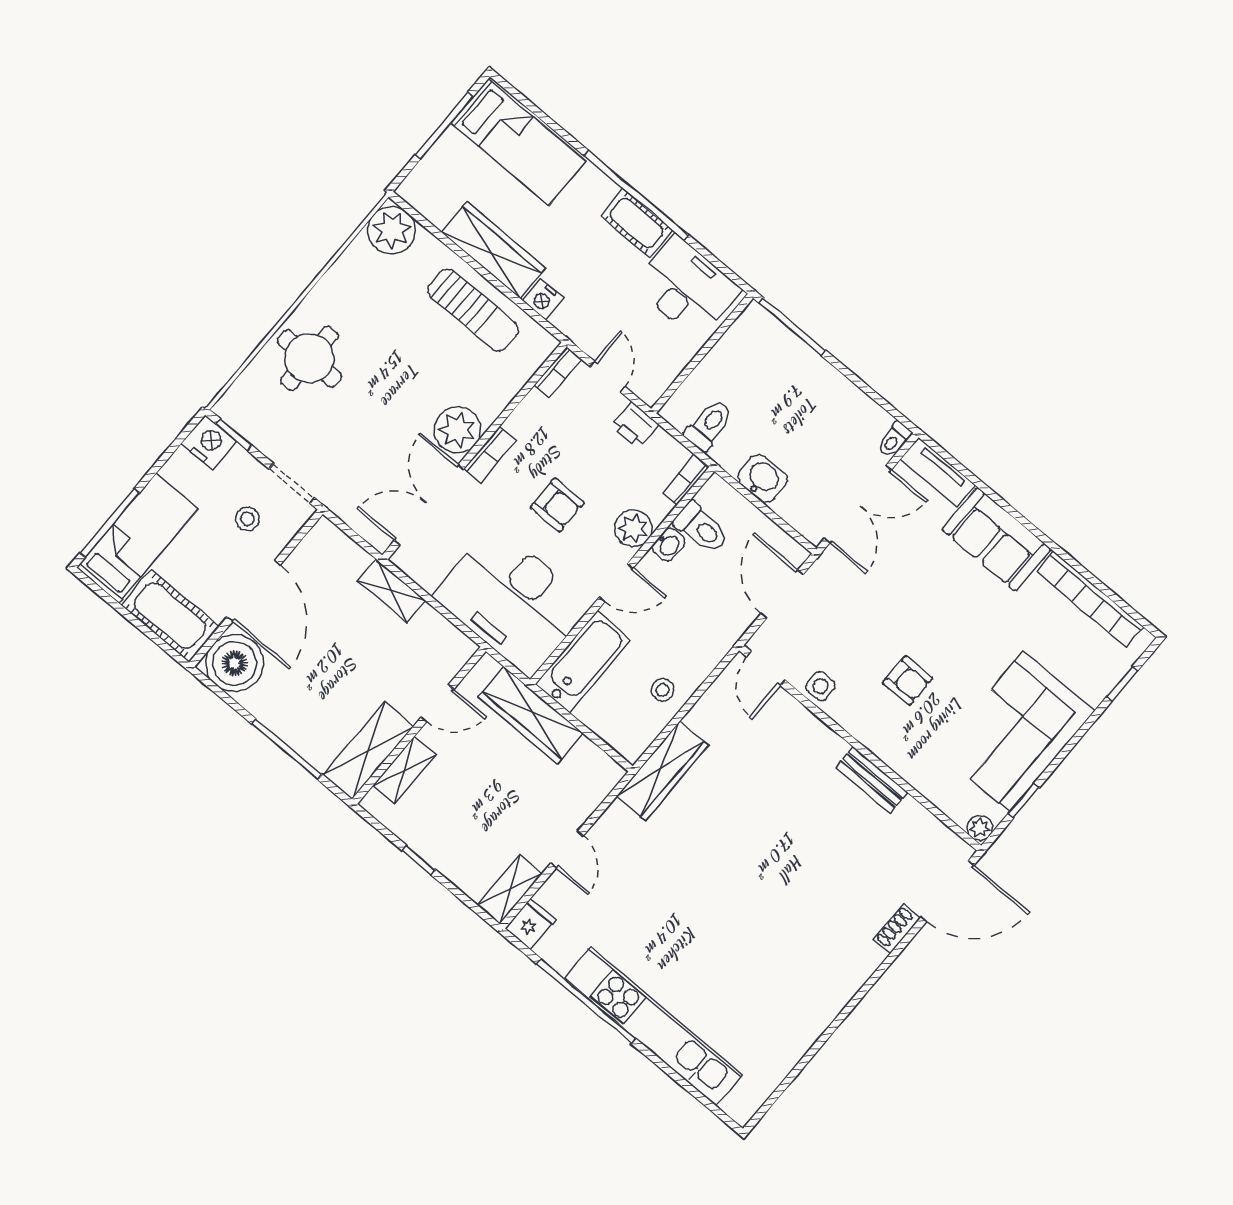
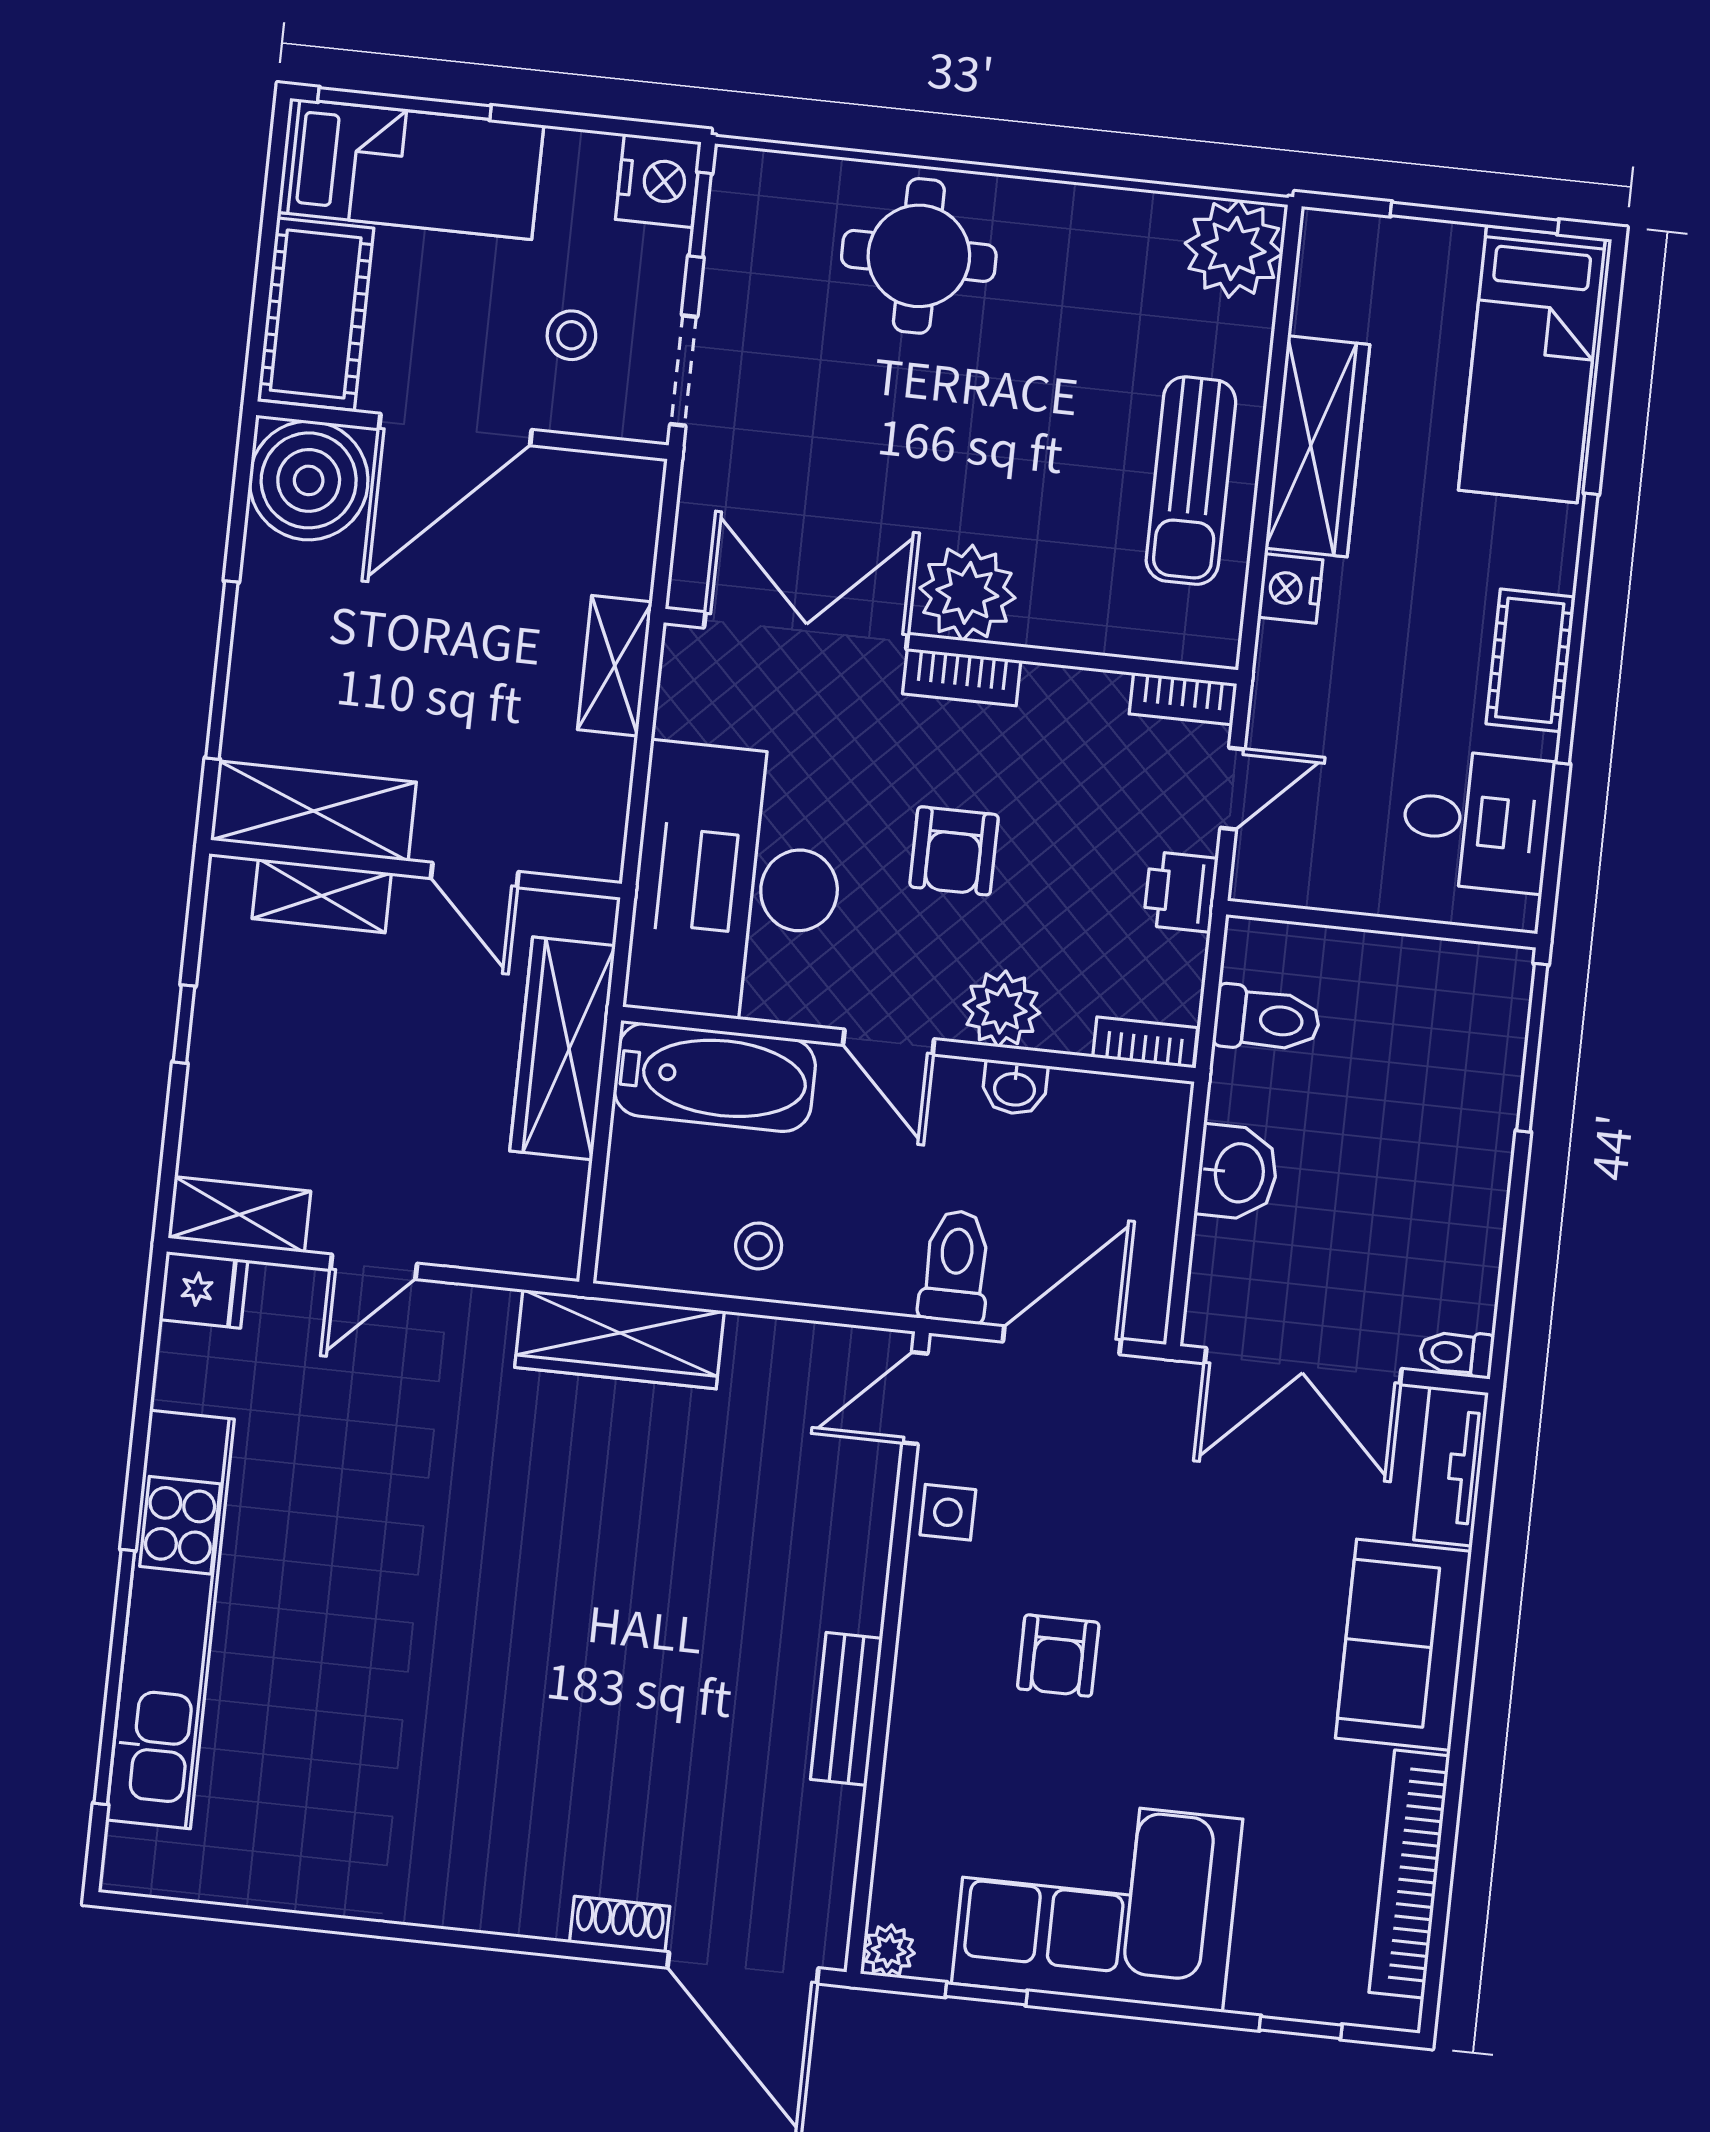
desk: (686, 287) -> (1477, 821), width x0.73
toilet: (701, 528) -> (955, 1267), moved, turned 180
window: (586, 1001) -> (114, 1677), moved

